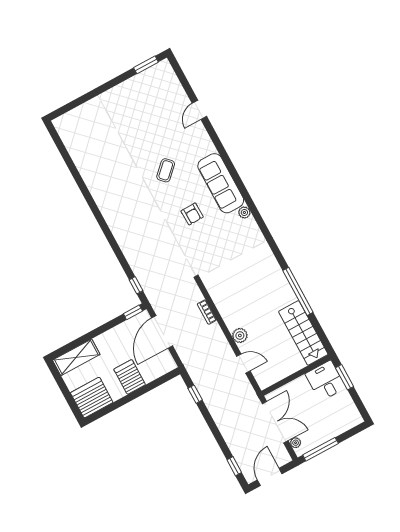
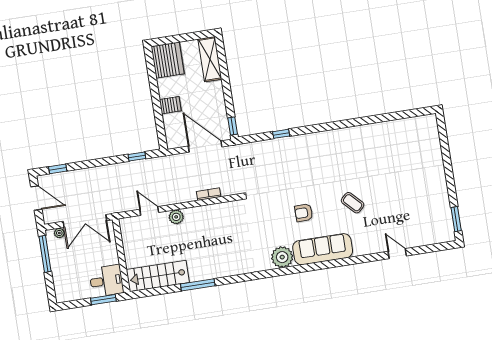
plant: (244, 212) -> (282, 257), width x1.88, depth x1.88
window: (136, 285) -> (281, 134), moved
window: (298, 291) -> (198, 285), width x0.68
door: (243, 364) -> (149, 211), swing flipped
server rack: (130, 377) -> (170, 105), width x0.73, depth x0.70

